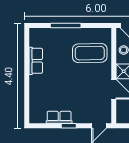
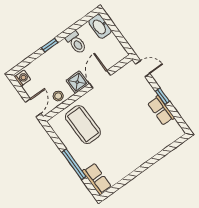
row of seats: (36, 61) -> (97, 179), moved, turned 90

